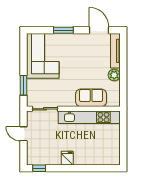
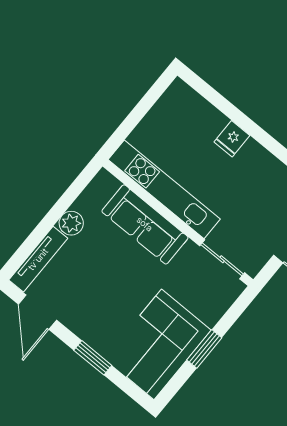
window: (24, 85) -> (204, 349), moved
sofa: (91, 98) -> (145, 224), width x1.36
fridge: (67, 158) -> (232, 139), moved

